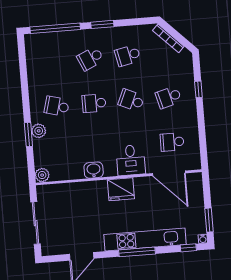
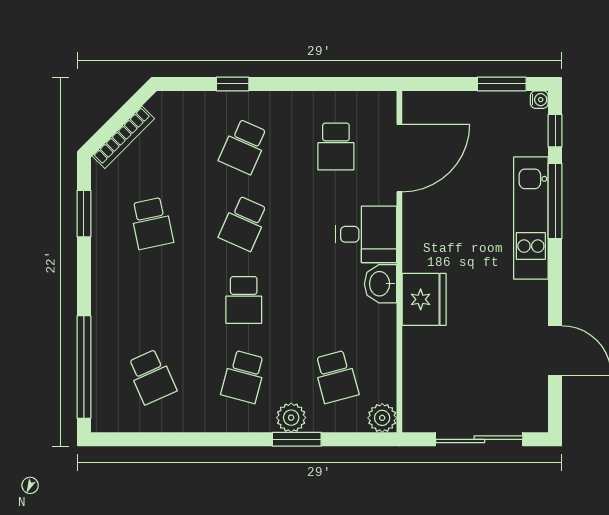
window: (102, 24) -> (84, 214), moved
school desk: (90, 58) -> (152, 377), moved
school desk: (169, 97) -> (244, 146), turned 39
school desk: (60, 151) -> (336, 377), added
washbasin: (94, 170) -> (380, 284), moved
fridge: (121, 189) -> (424, 299), moved
kitchen unit: (145, 239) -> (531, 218), width x0.73
window: (137, 252) -> (555, 201), moved

